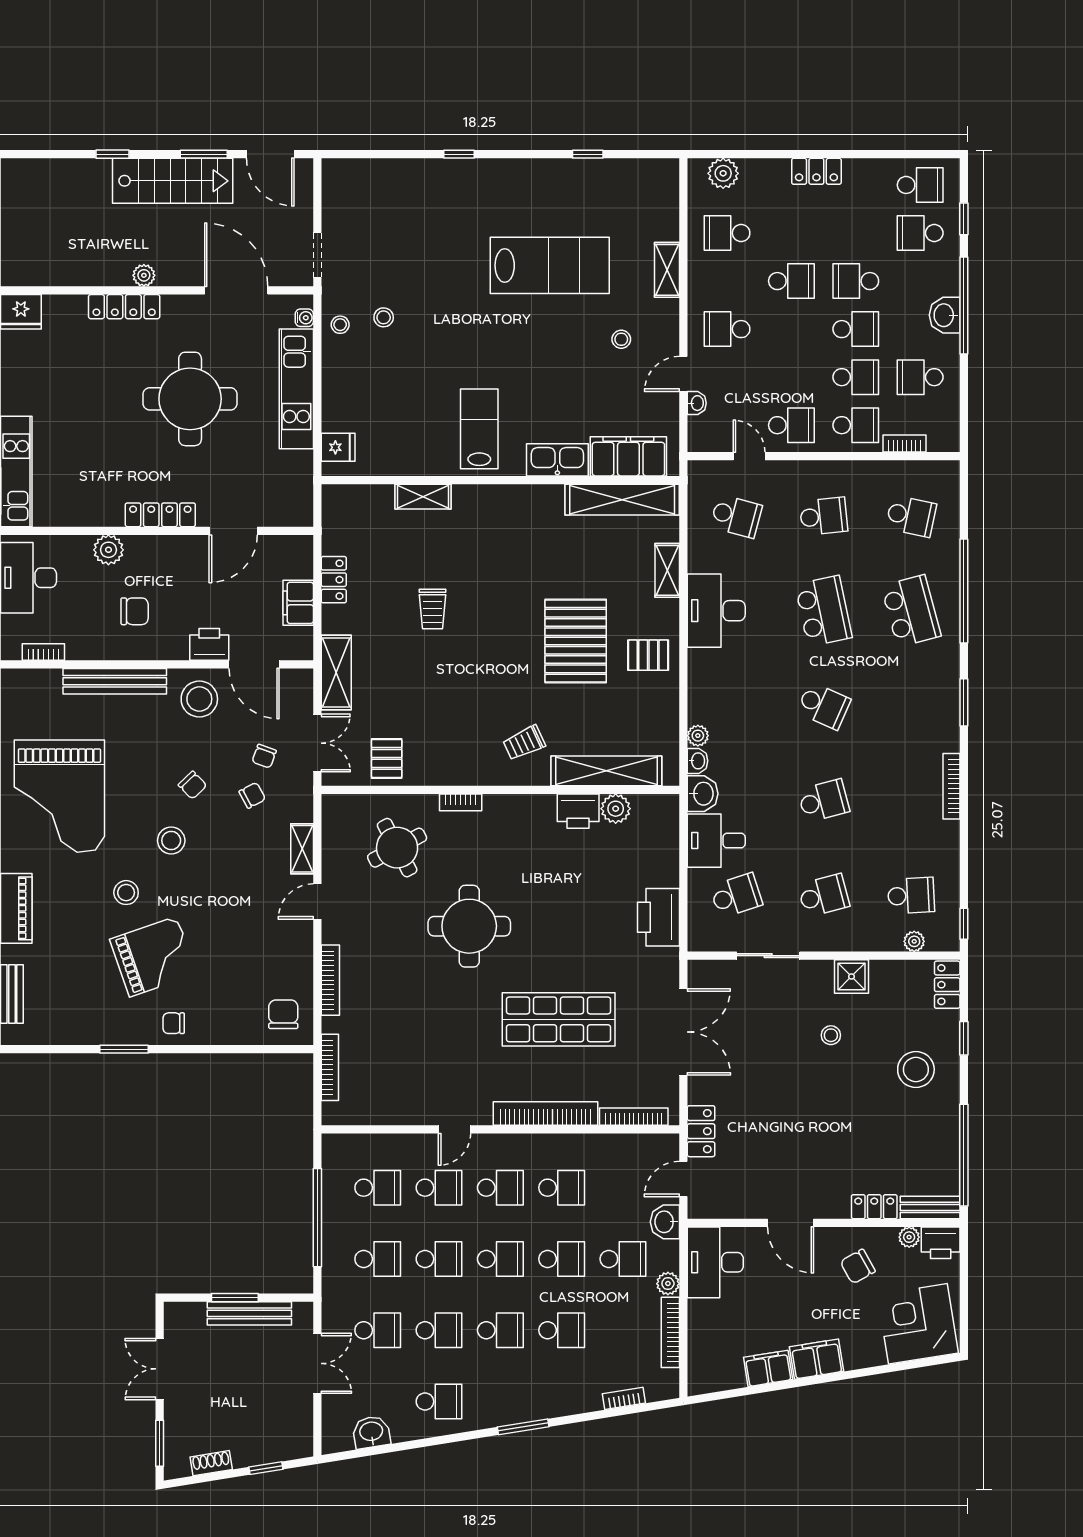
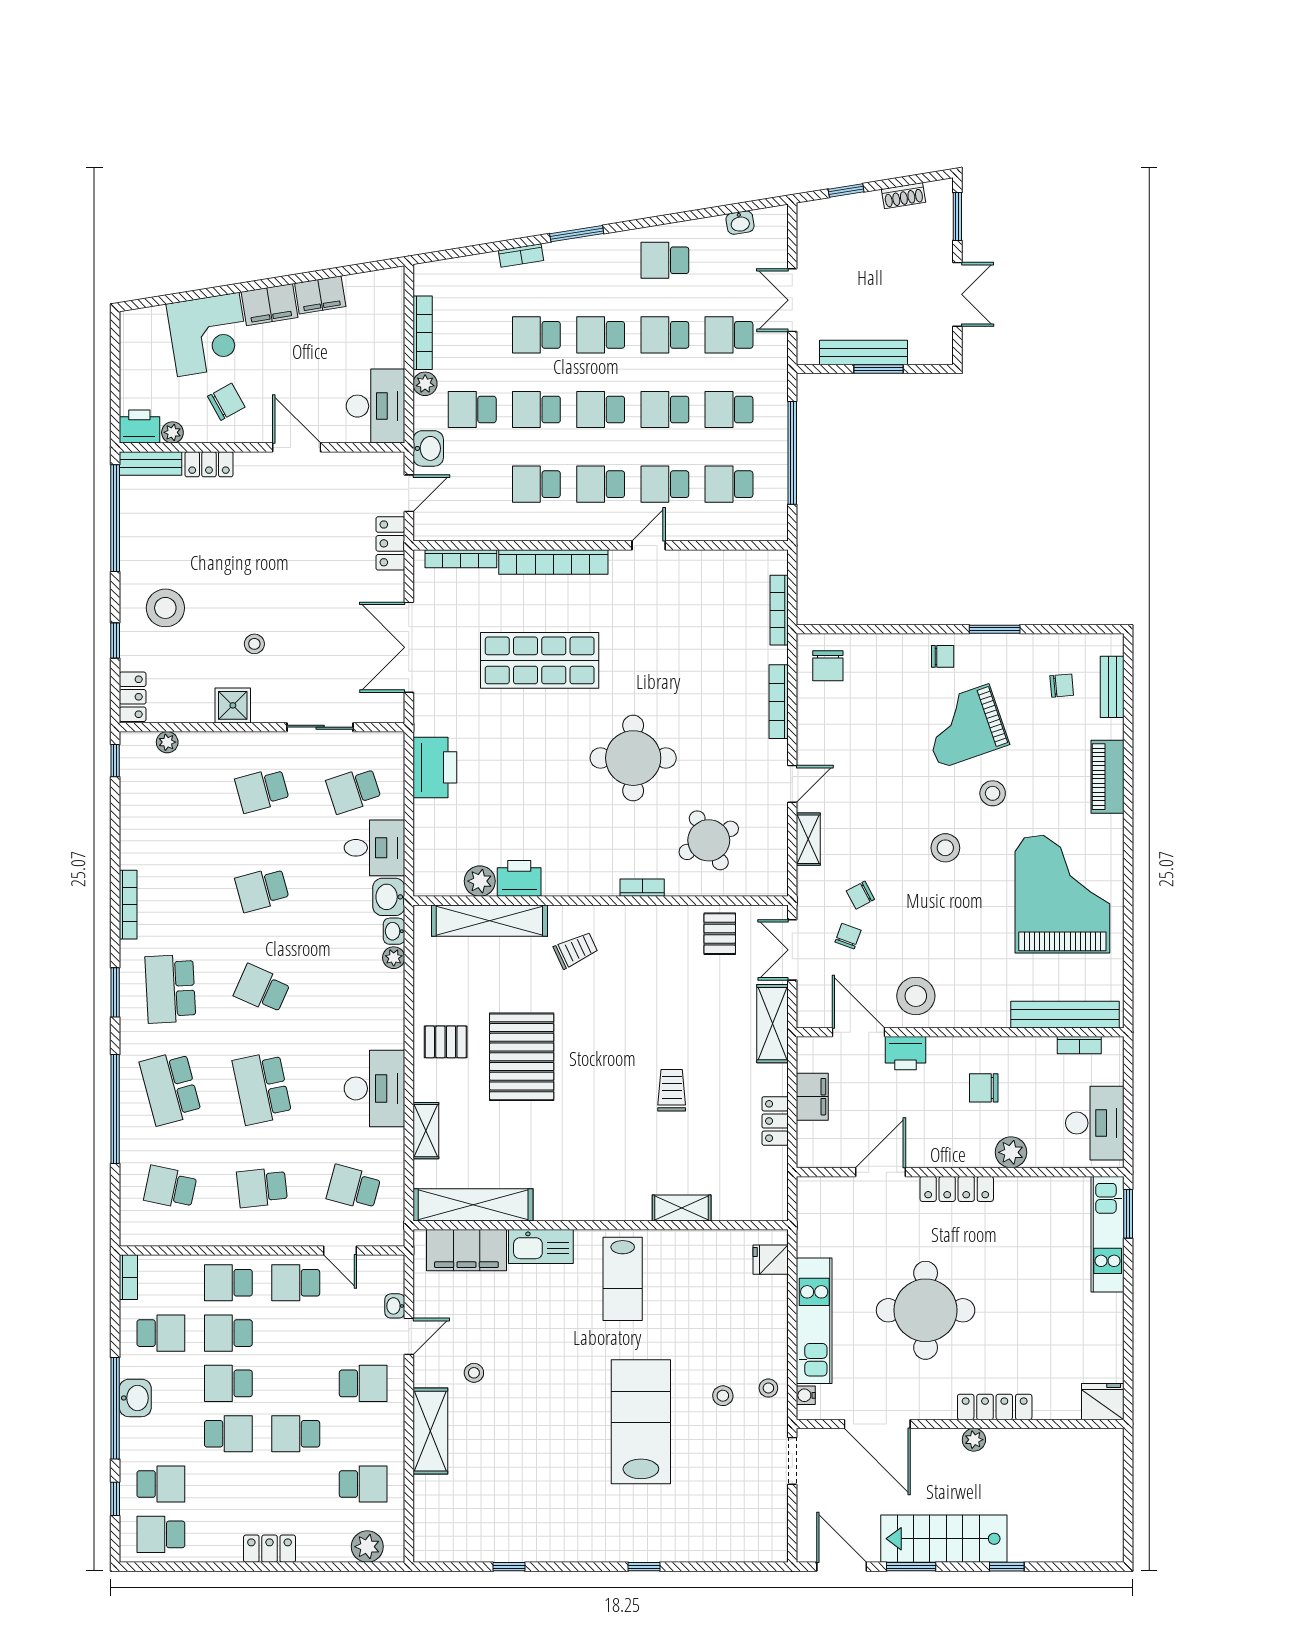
lab bench: (550, 265) -> (641, 1422), moved, turned 90
shelving: (667, 270) -> (430, 1431), width x1.50, depth x1.33
bookcase: (905, 443) -> (128, 1277), moved, turned -90
bench: (115, 681) -> (1065, 1015), moved
chair: (193, 785) -> (1062, 686), moved, turned 129
school desk: (911, 895) -> (170, 989), moved, width x1.85
corner desk: (918, 1324) -> (208, 334), moved
bookcase: (624, 1398) -> (521, 256), moved
washbasin: (371, 1432) -> (740, 223), width x0.72, depth x0.69

